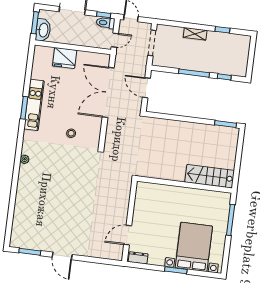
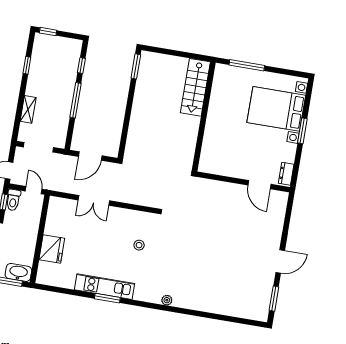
shelving: (195, 34) -> (28, 109), moved
window: (252, 47) -> (48, 32), added
double door: (108, 92) -> (94, 200), width x0.54

